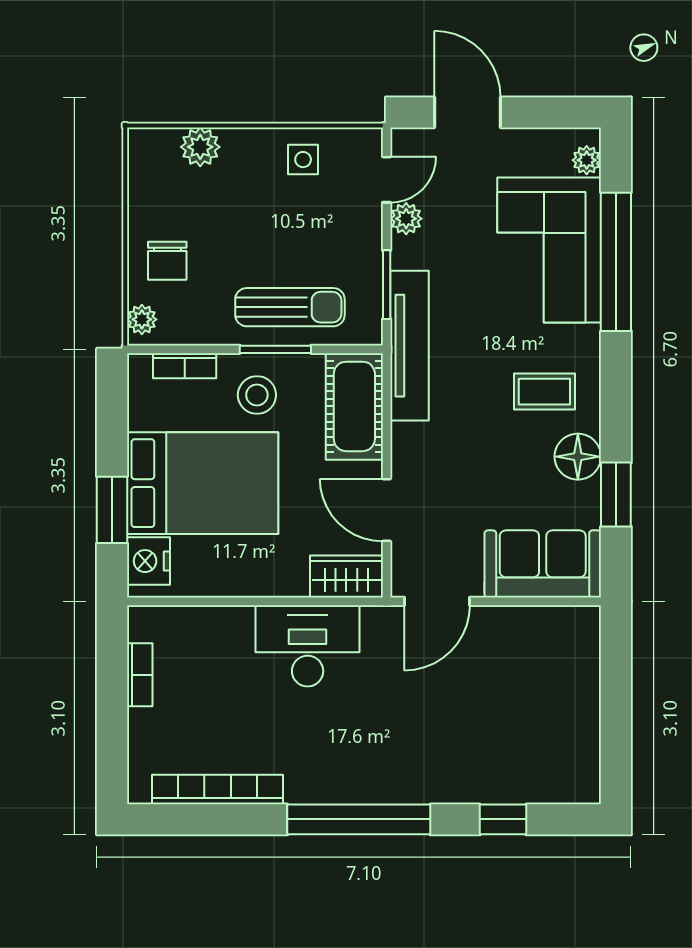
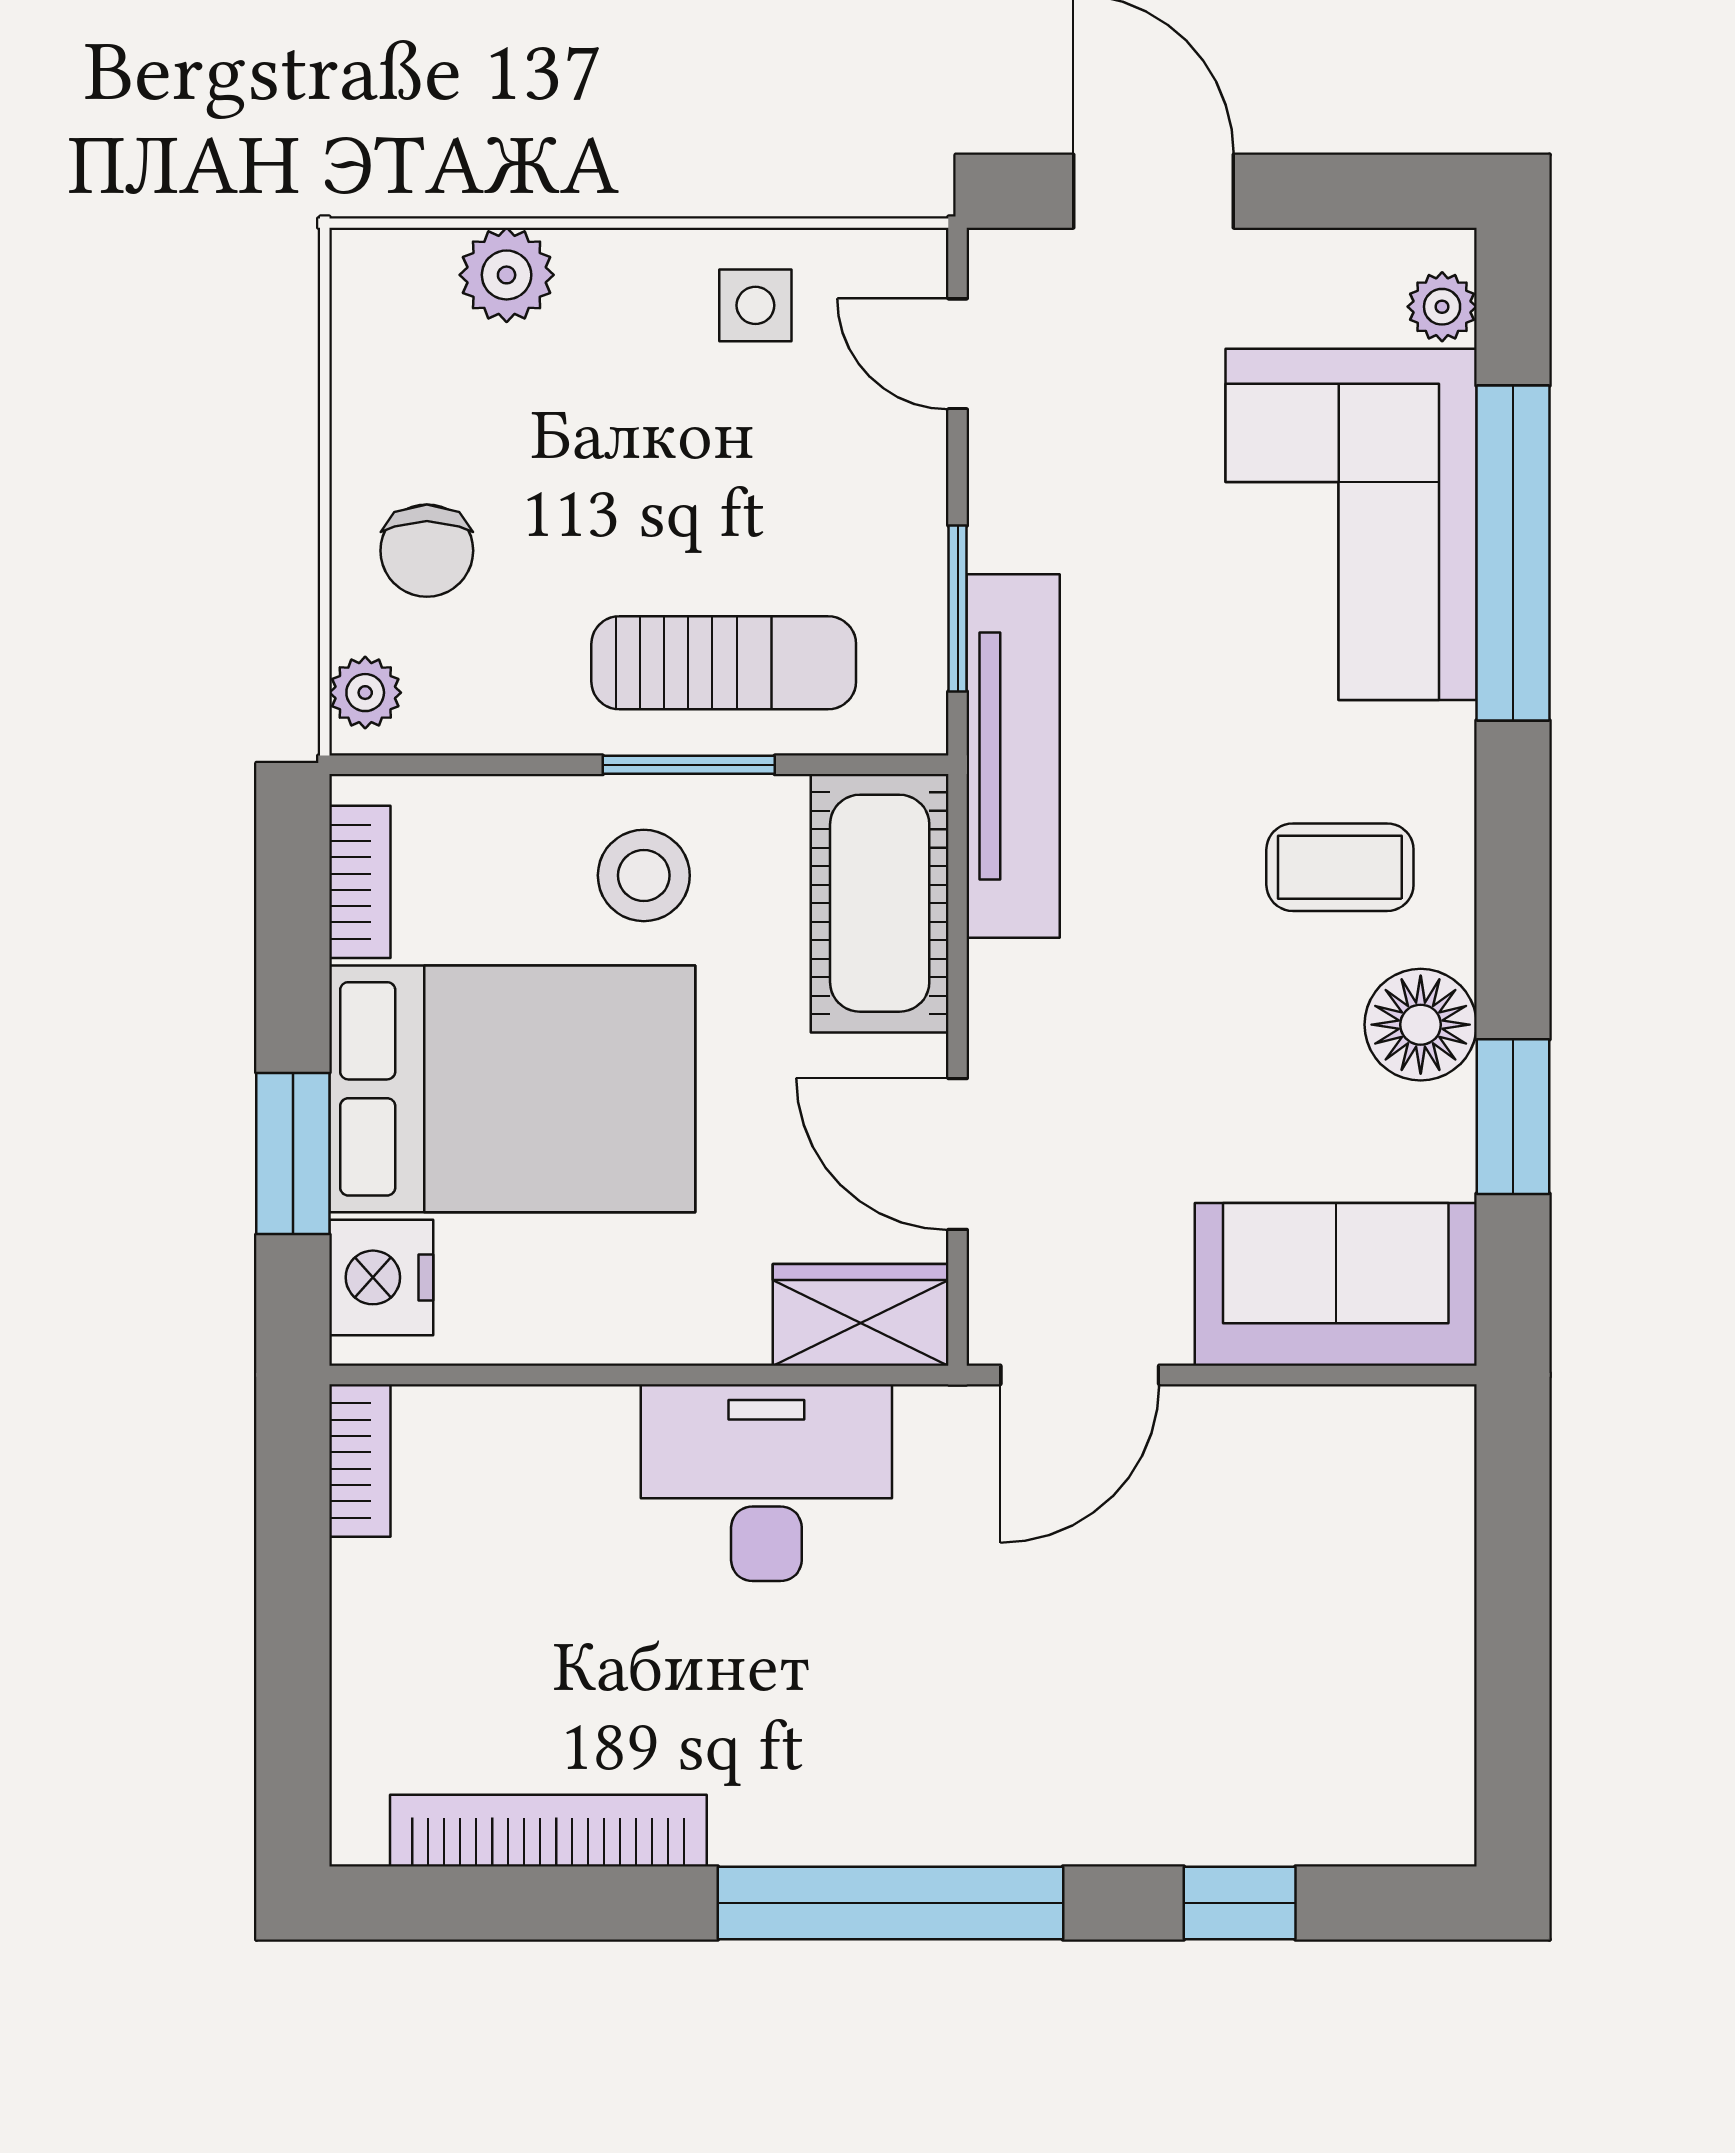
door: (387, 180) -> (958, 354), swing flipped
plant: (406, 219) -> (1005, 448), removed
bookcase: (185, 366) -> (360, 882), moved, turned -90
bookcase: (140, 675) -> (360, 1460), moved

